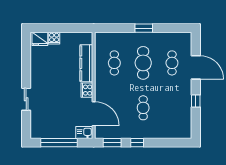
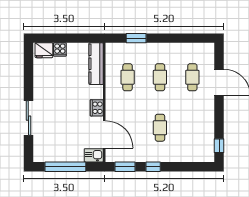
window: (144, 28) -> (136, 38), moved
kitchen counter: (86, 63) -> (96, 64), moved
cafe table: (143, 63) -> (160, 77), width x0.73, depth x0.74
sliding door: (26, 99) -> (28, 118), width x1.37
window: (196, 101) -> (219, 146), moved

